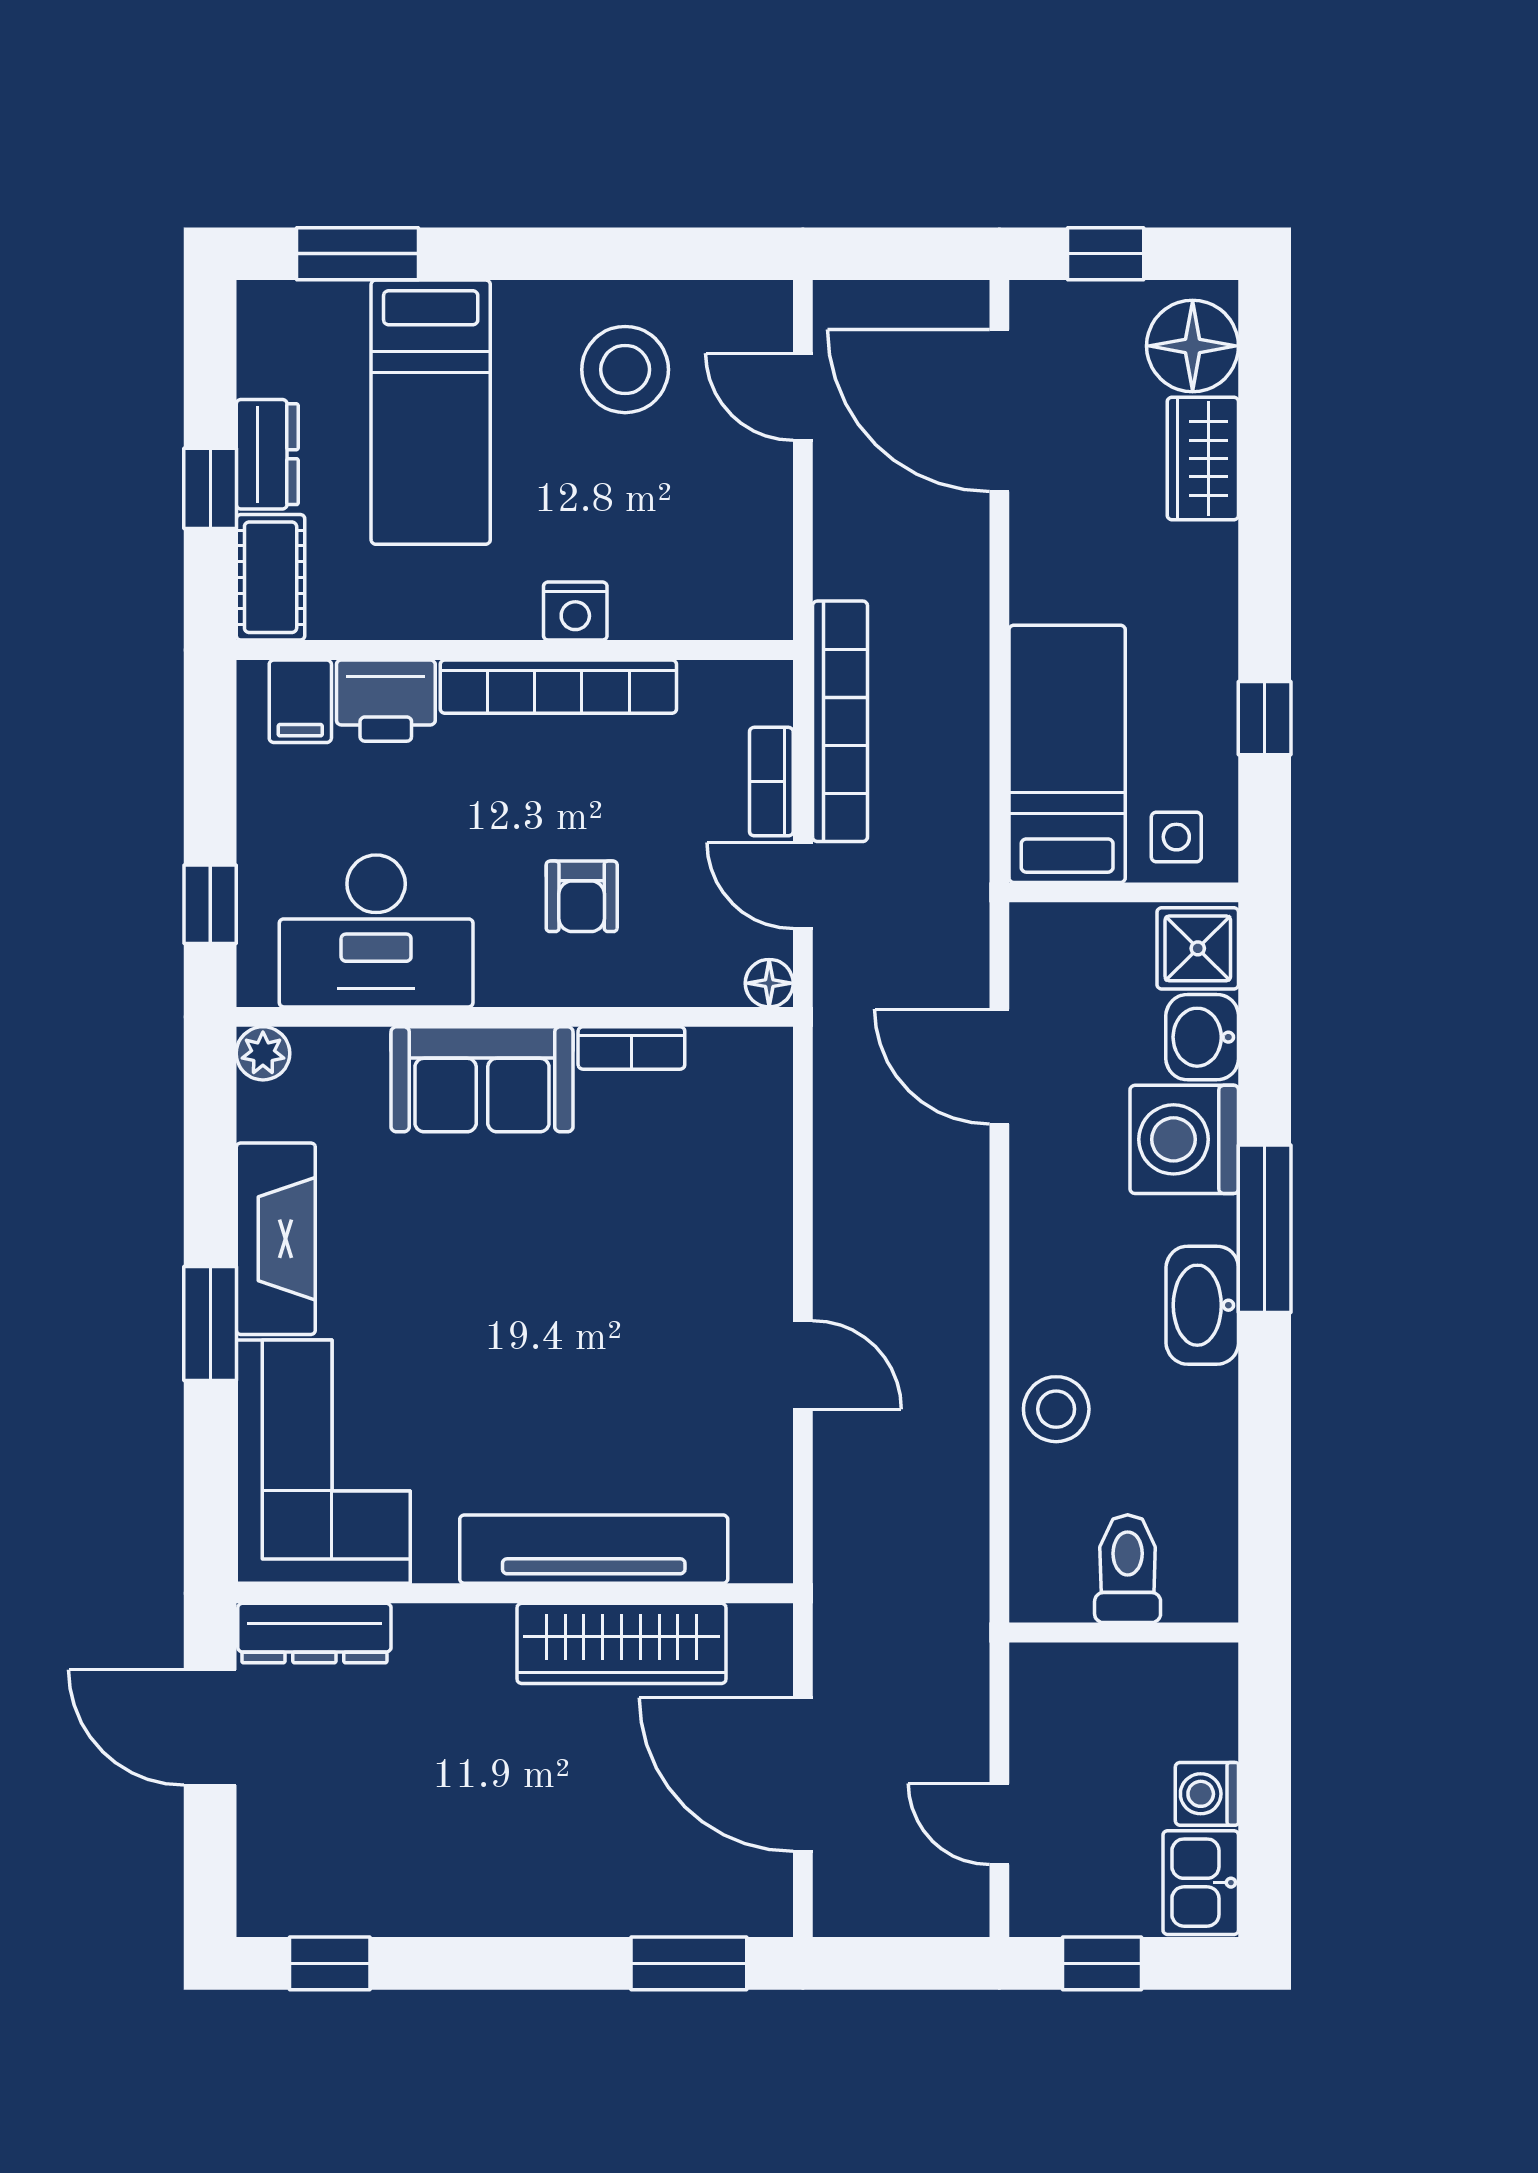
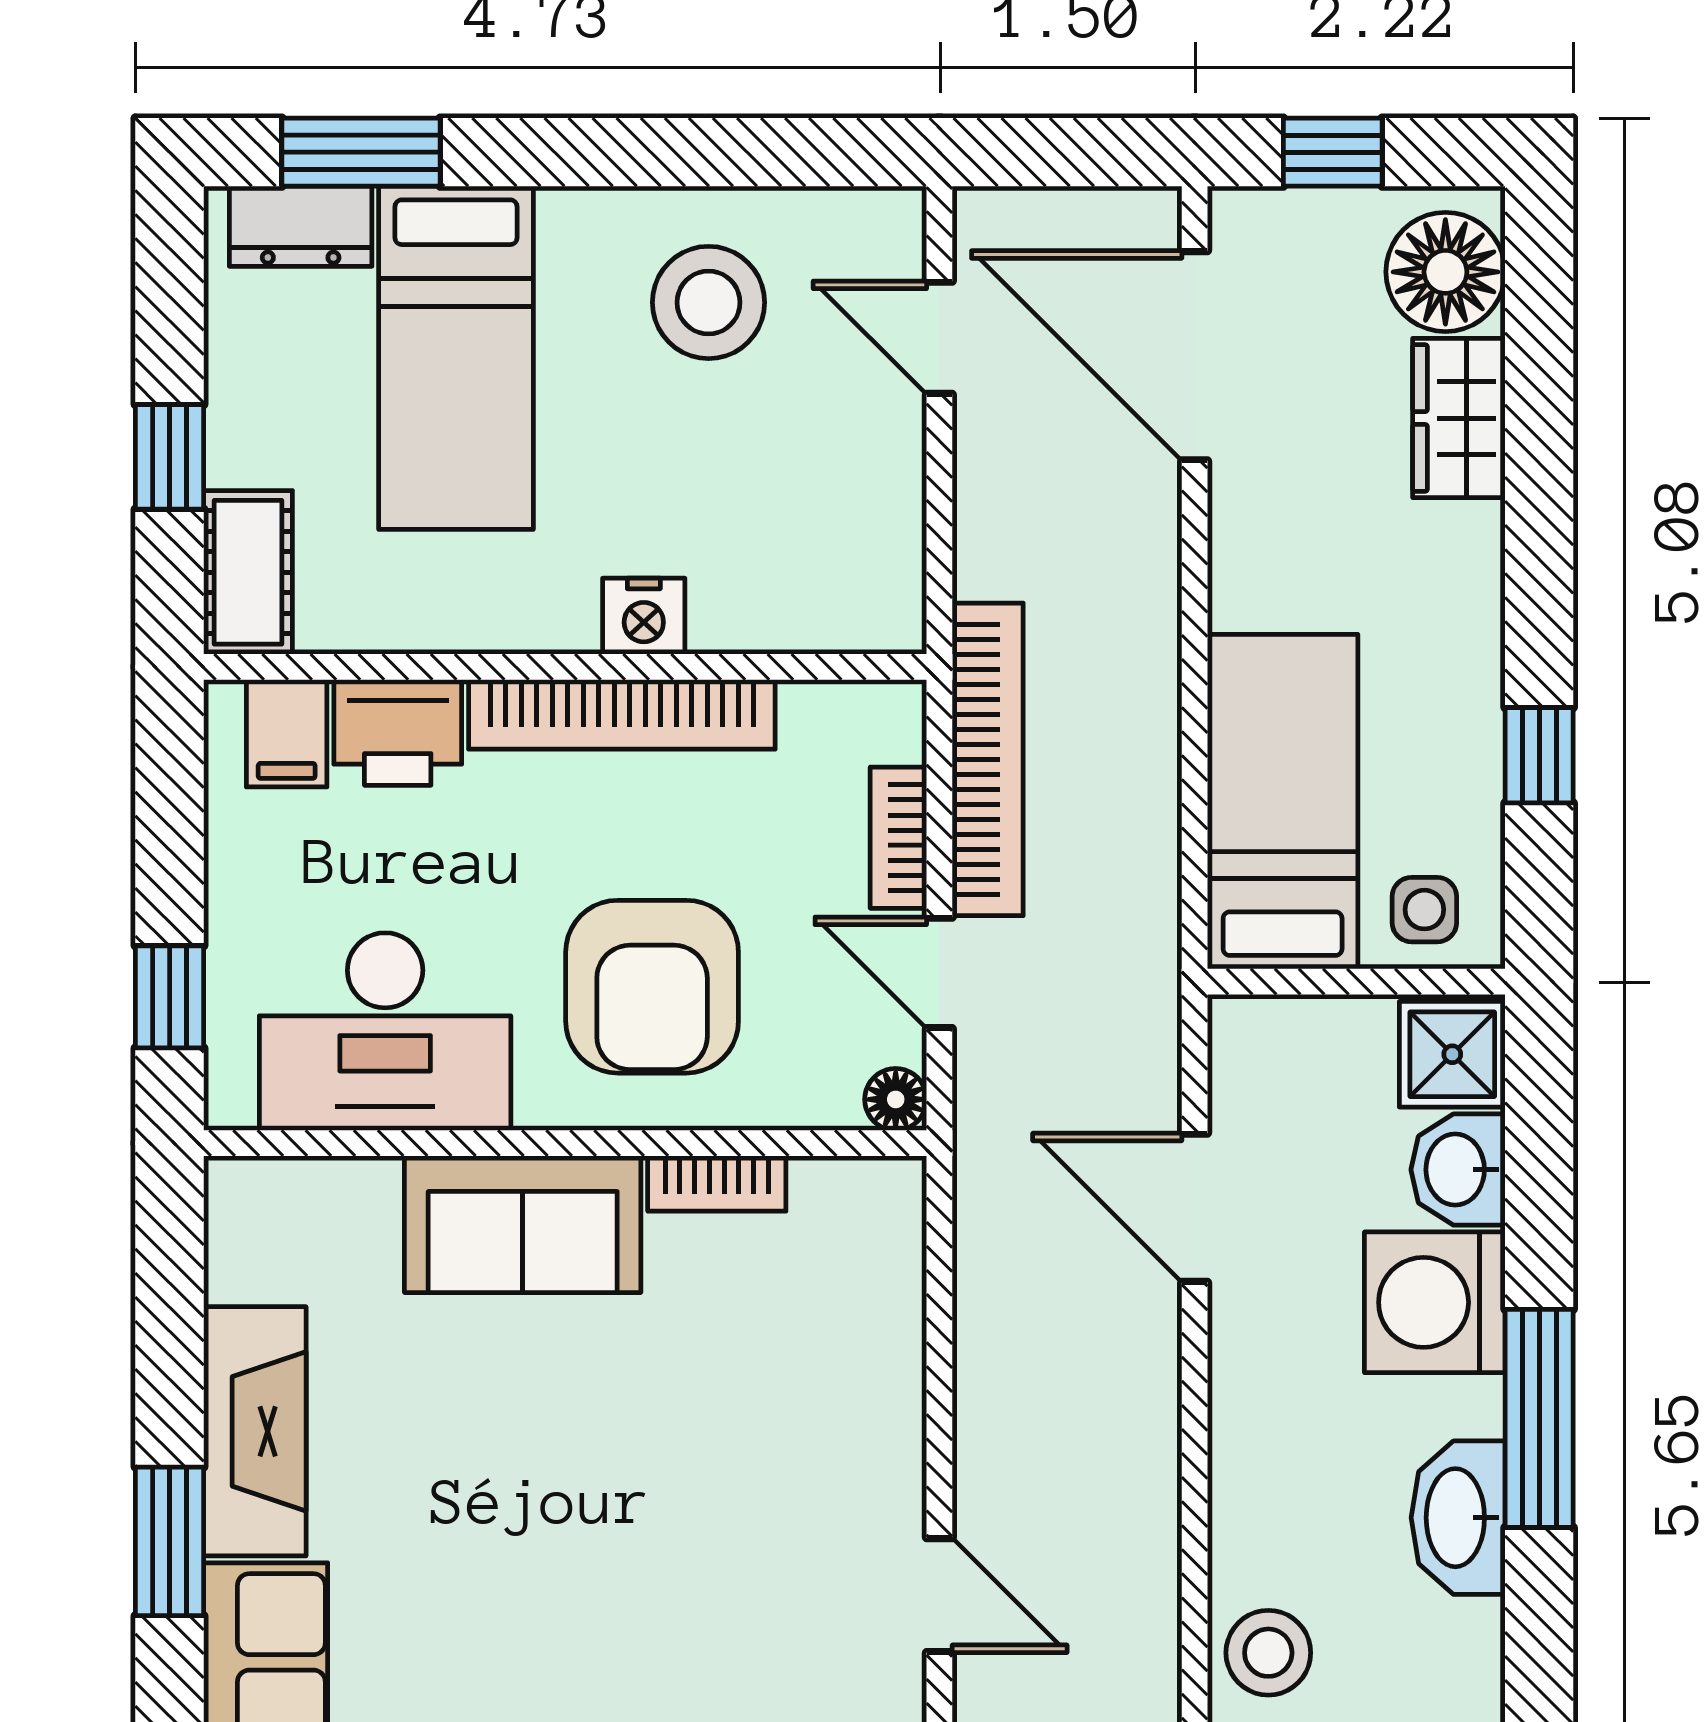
dresser: (267, 454) -> (301, 226), moved, turned 90
armchair: (582, 896) -> (652, 987), width x1.88, depth x1.88
plant: (263, 1053) -> (238, 1191), removed

